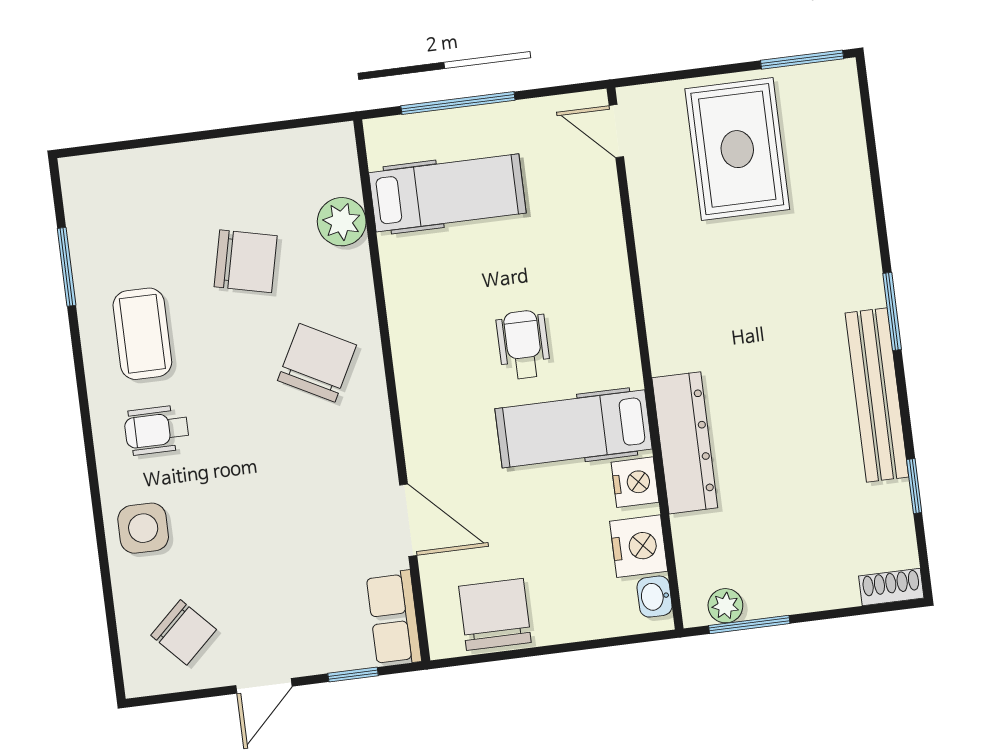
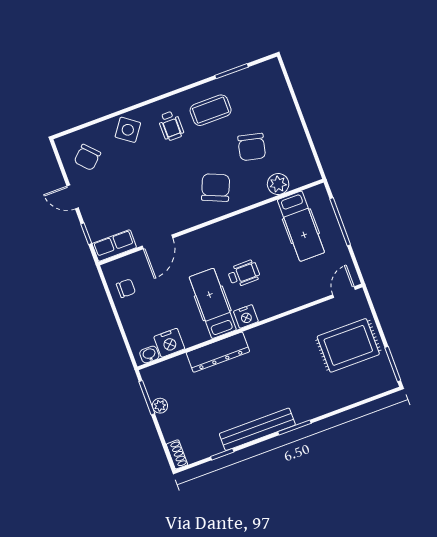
chair: (317, 363) -> (216, 188), turned -95
wheelchair: (157, 430) -> (171, 126), turned 180
nightstand: (635, 482) -> (246, 316), moved
side table: (143, 528) -> (128, 130), turned 36
plant: (725, 606) -> (160, 406), moved
chair: (495, 614) -> (126, 288), width x0.54, depth x0.54

